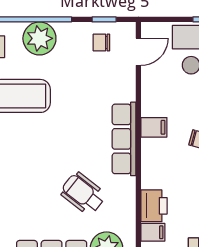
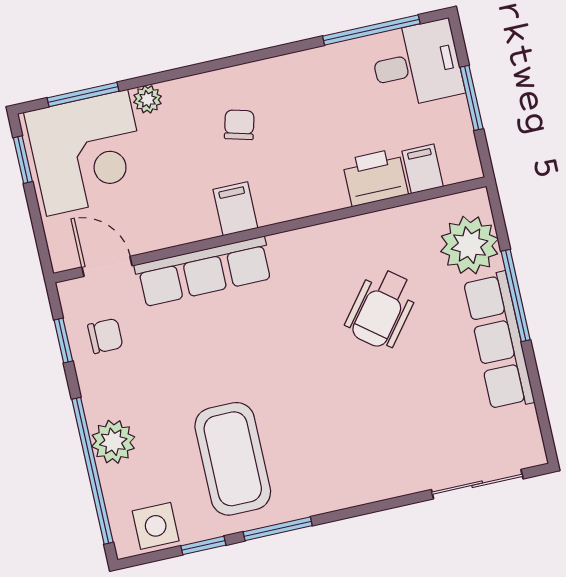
plant: (39, 38) -> (113, 442), width x0.73, depth x0.73
chair: (101, 43) -> (105, 336), turned -90
row of seats: (124, 139) -> (204, 272), moved

